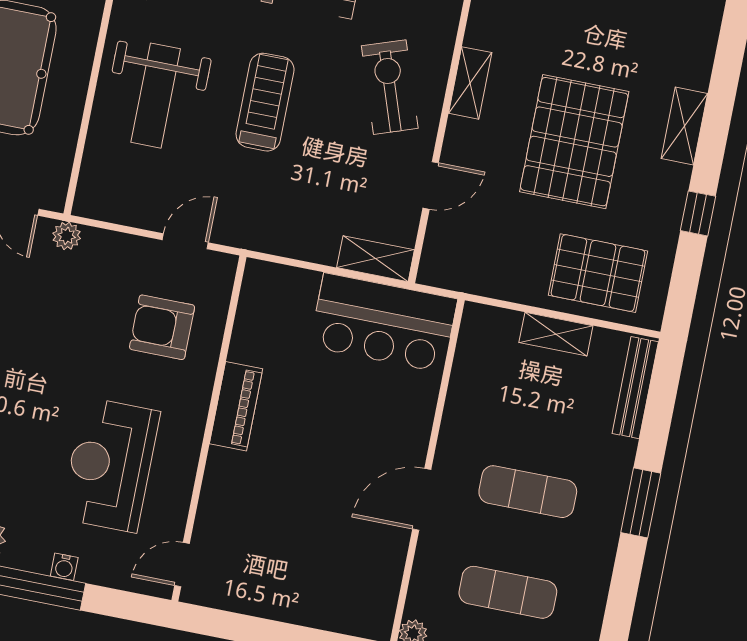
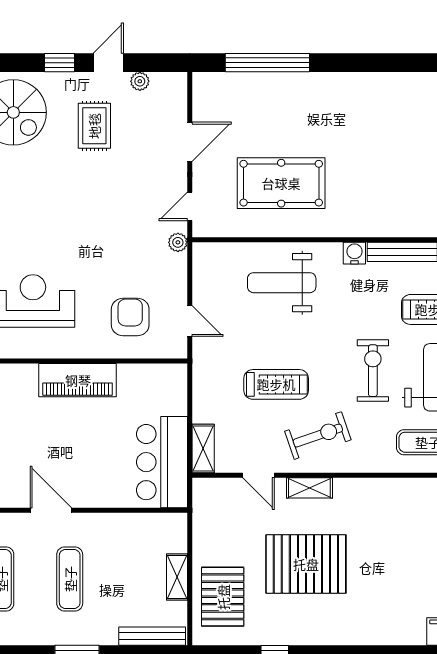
shelving: (470, 83) -> (309, 488), moved
treadmill: (265, 102) -> (276, 384), moved
shelving: (684, 126) -> (331, 634), removed
piano: (236, 406) -> (78, 380), width x1.37, depth x1.33

